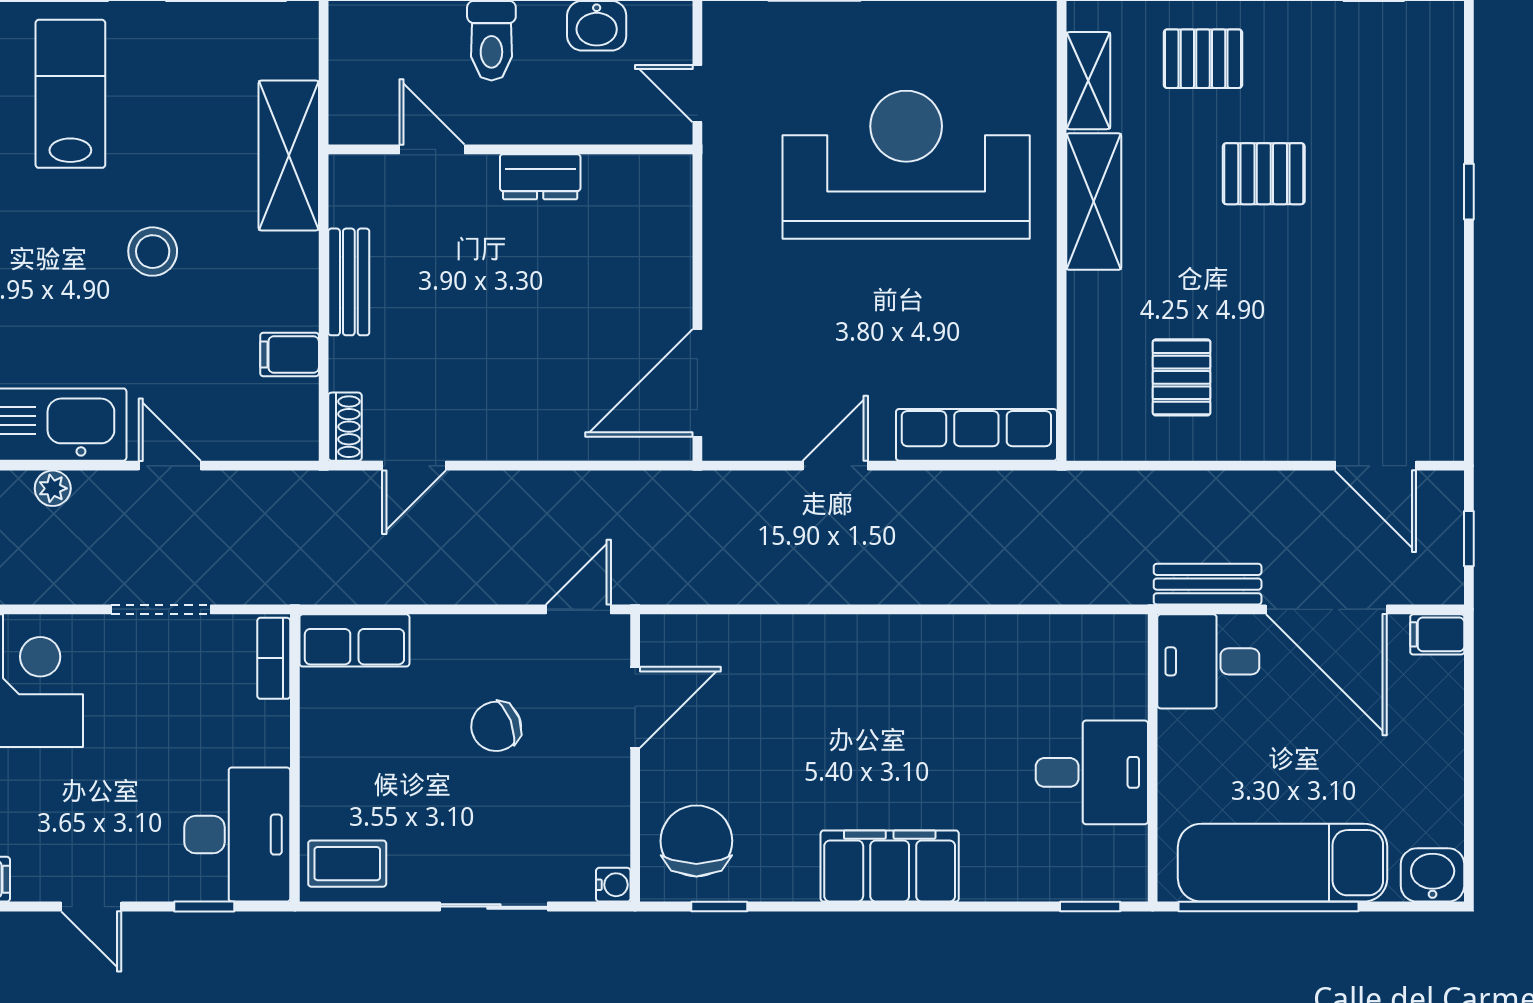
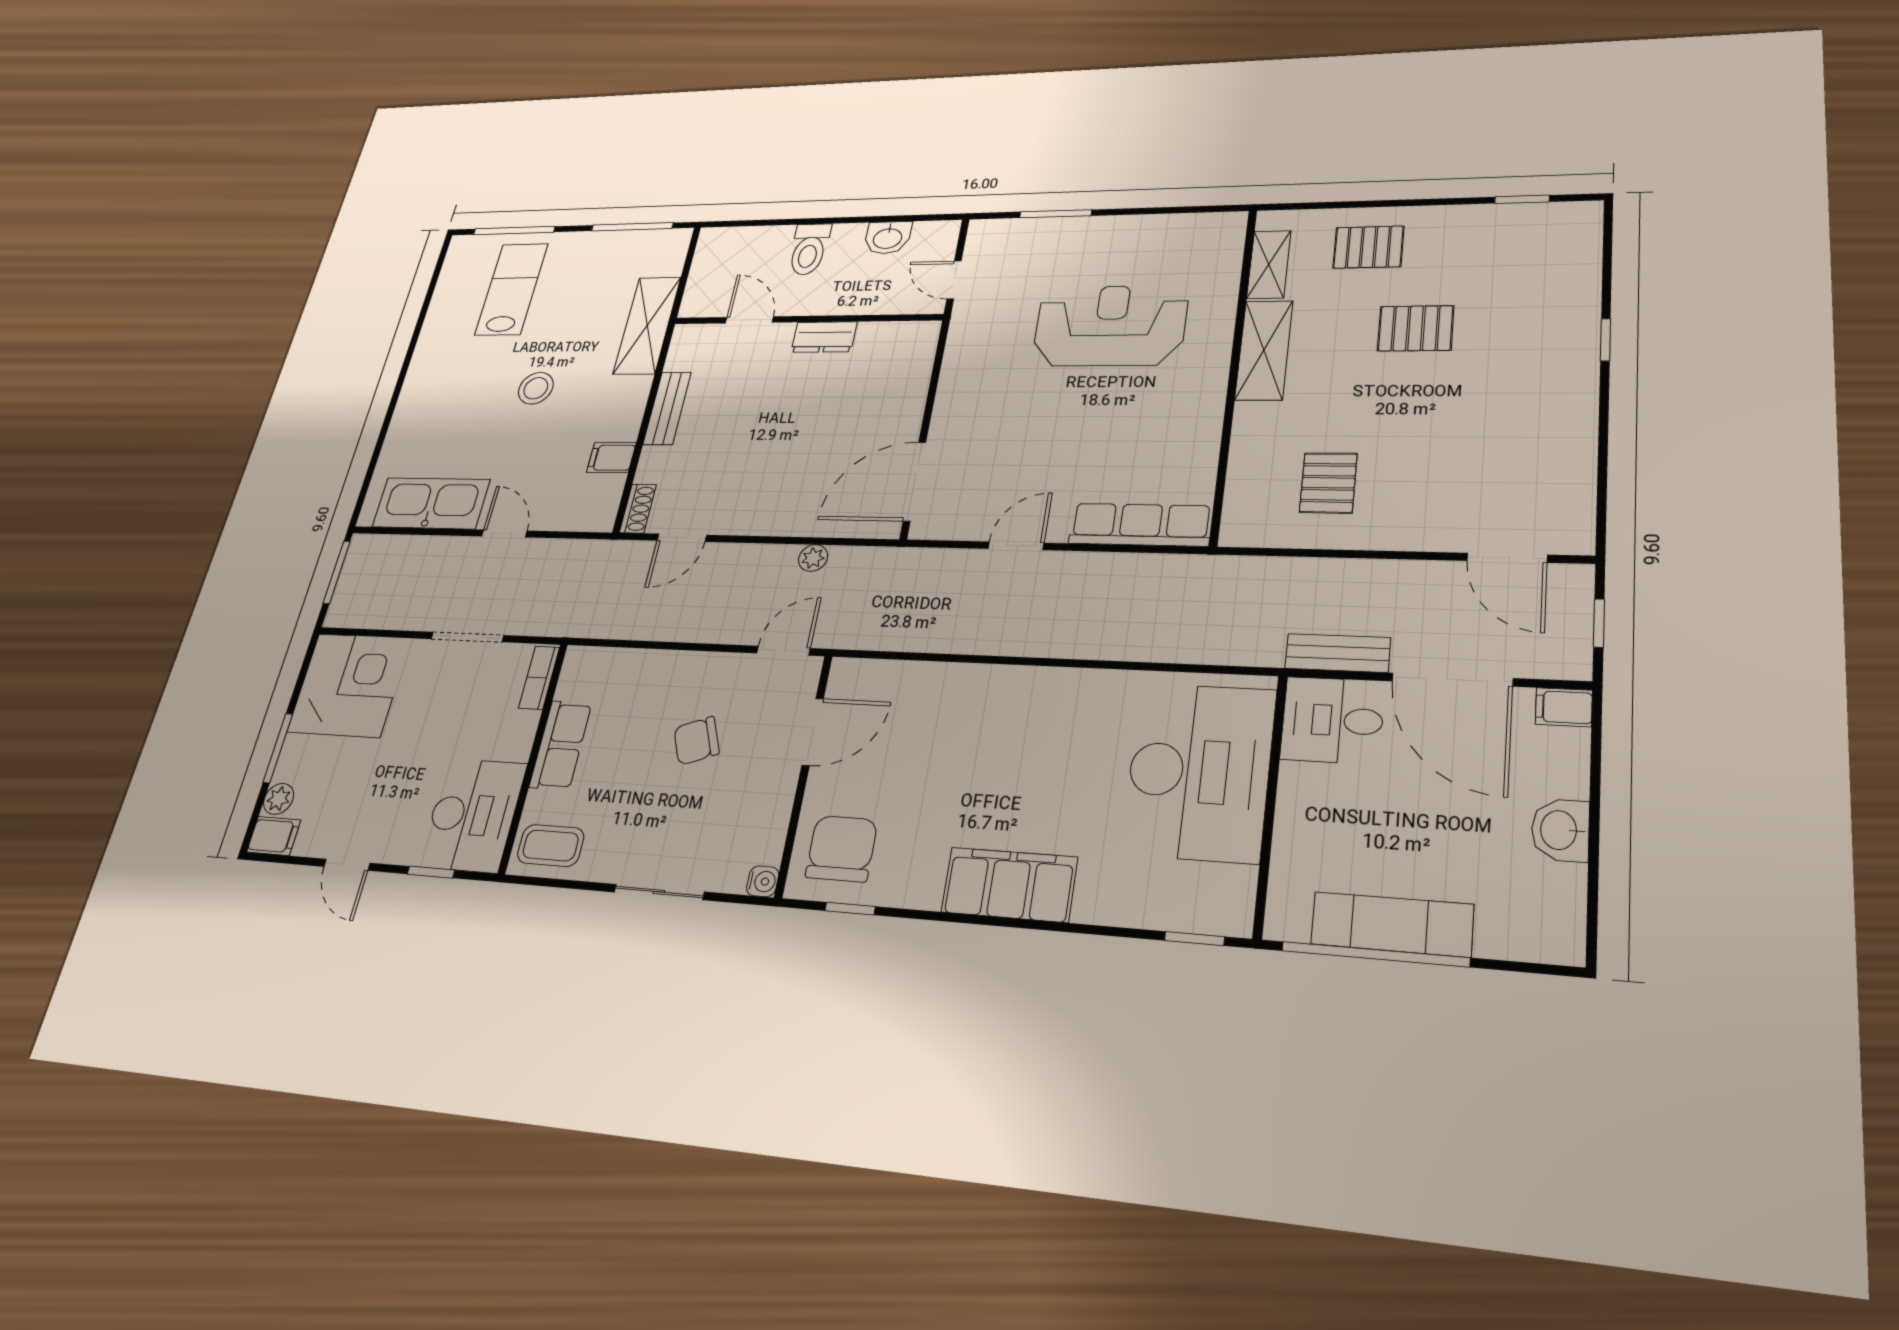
reception desk: (906, 165) -> (1110, 326), width x0.74, depth x0.77
plant: (53, 488) -> (813, 558), moved
row of seats: (354, 640) -> (561, 745), moved, turned -90
desk: (1092, 772) -> (1199, 771), width x1.87, depth x1.30
exam couch: (1283, 863) -> (1392, 924), width x0.73, depth x0.69
washbasin: (1433, 875) -> (1560, 830), moved, turned -90

